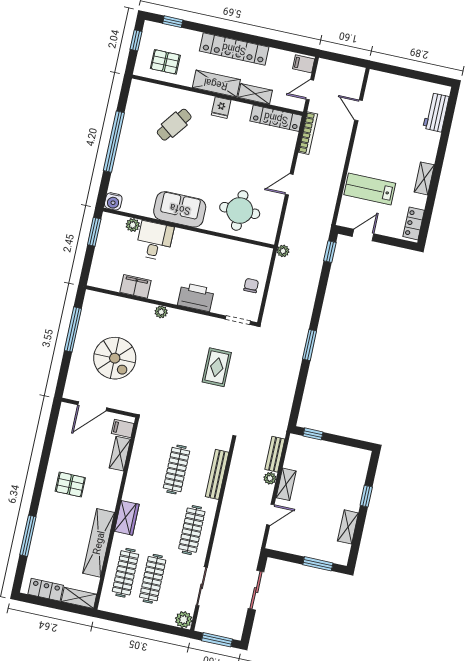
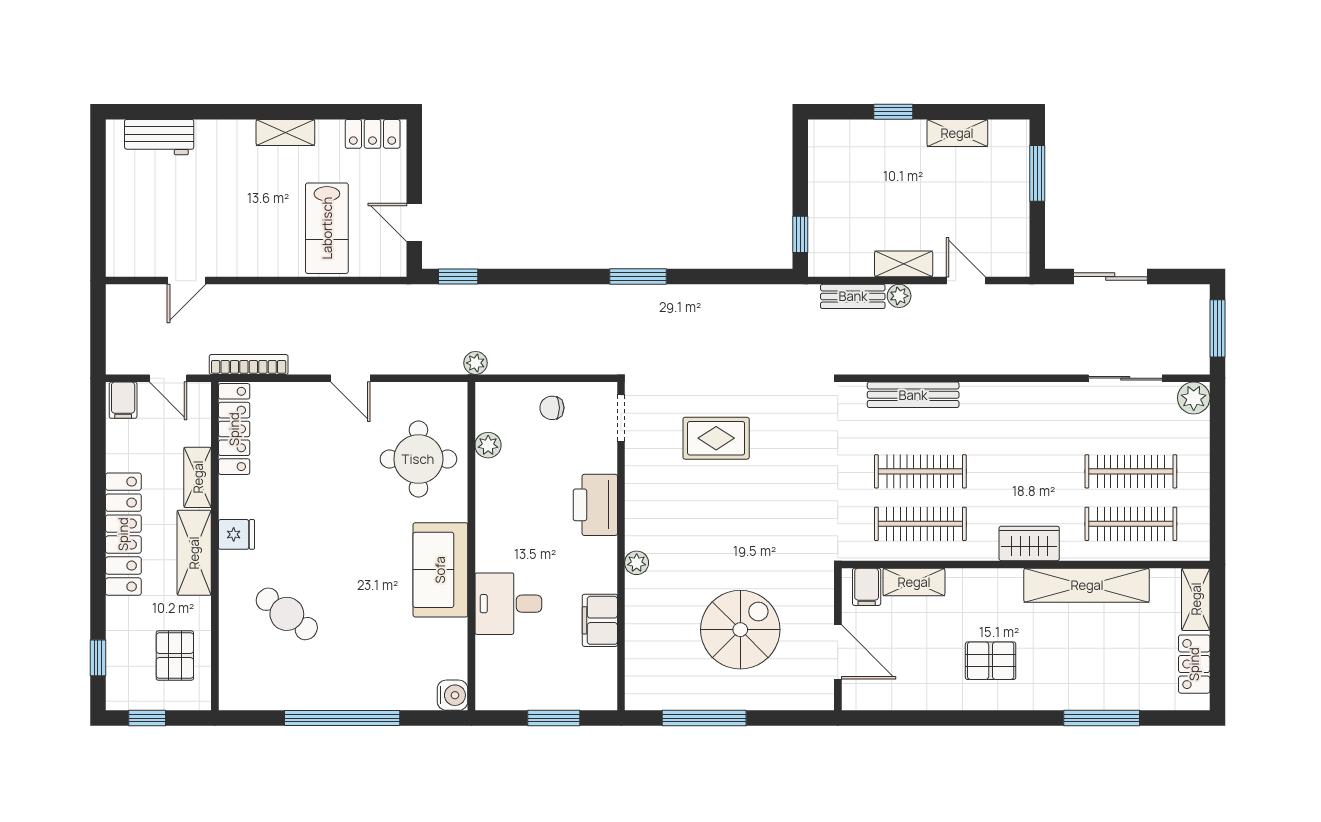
plant: (133, 225) -> (488, 445), moved
window: (94, 232) -> (554, 718), moved
pallet: (70, 485) -> (991, 661), turned 90
clothes rail: (192, 530) -> (920, 524), moved

